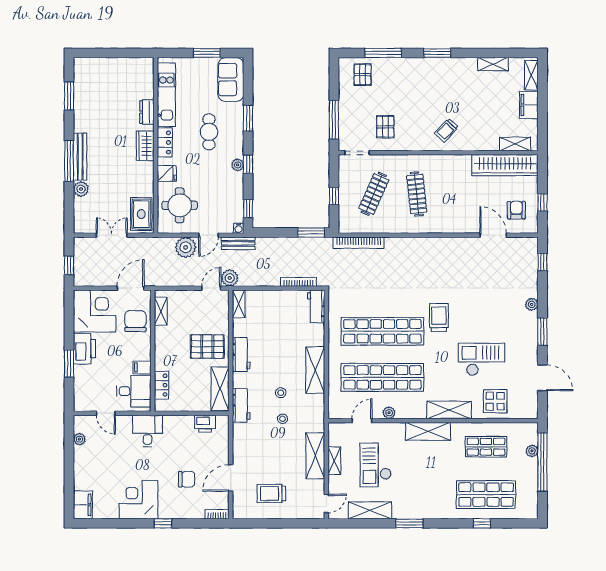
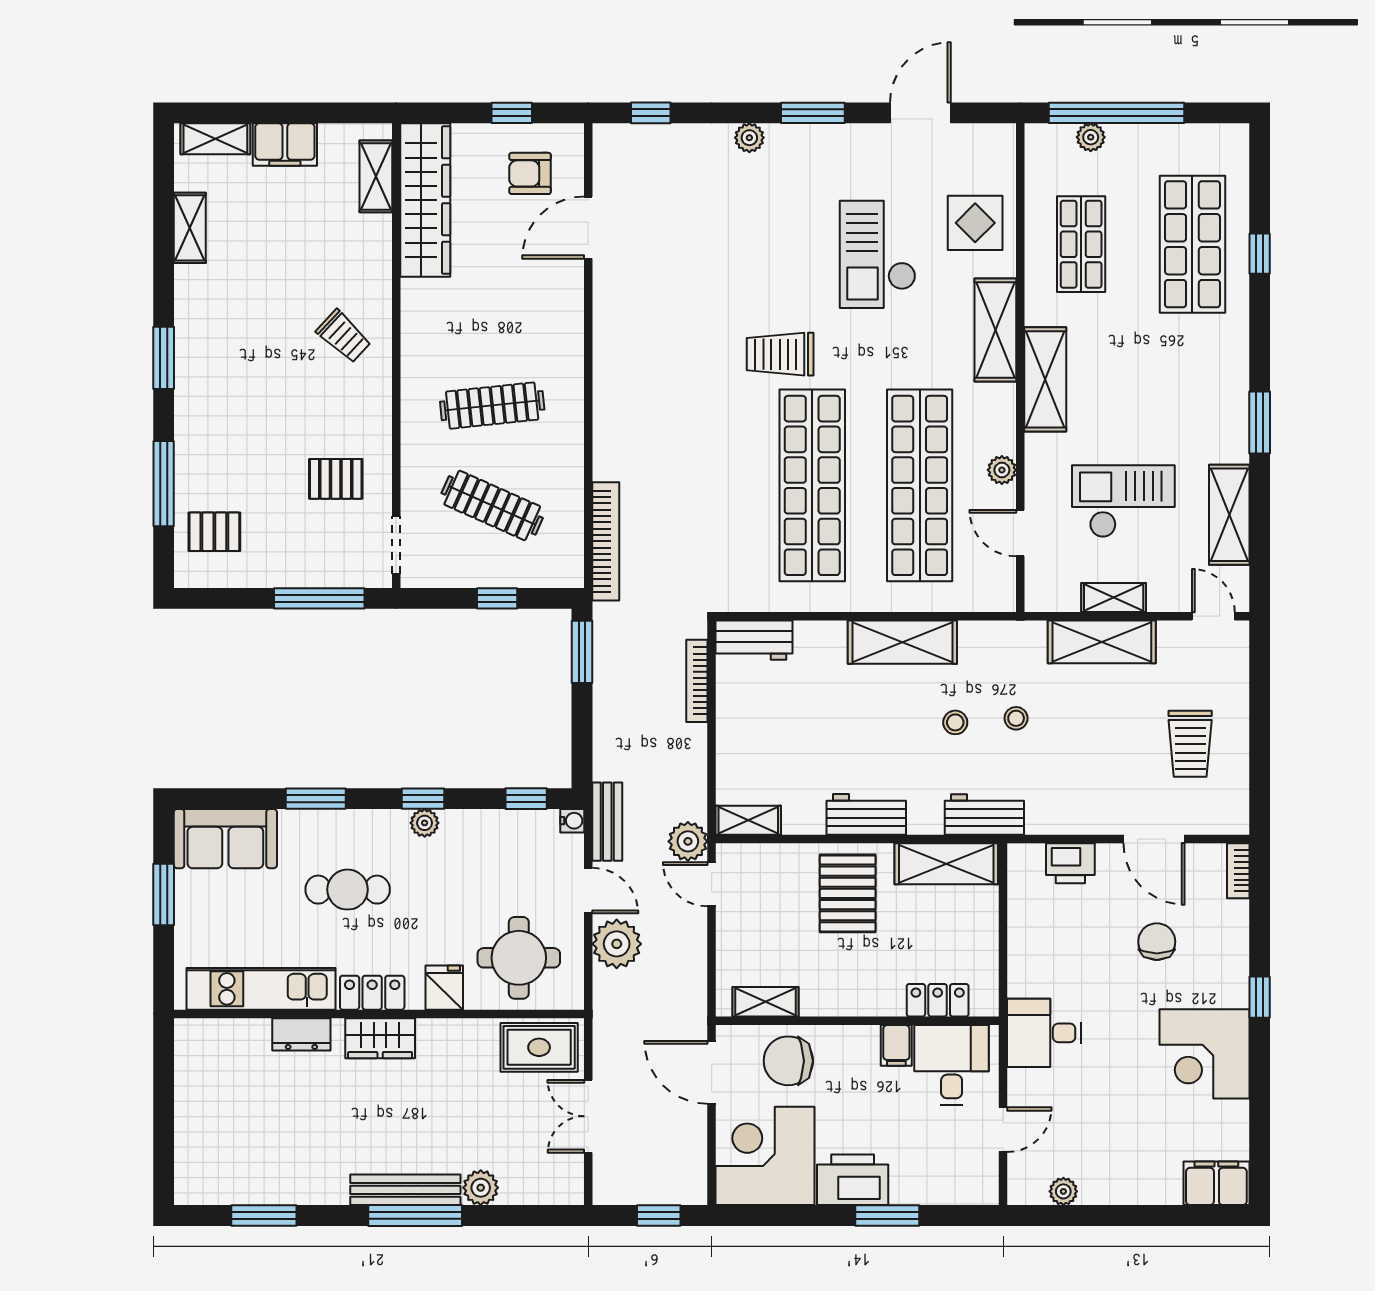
printer: (205, 424) -> (1070, 863), moved, turned 90
checkout: (376, 465) -> (1123, 501), turned 180

